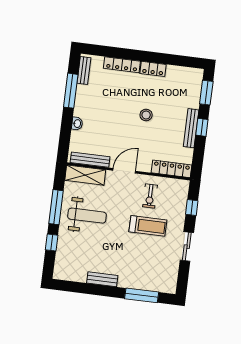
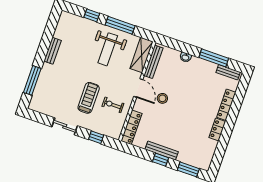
stool: (146, 115) -> (162, 98), moved
treadmill: (148, 226) -> (89, 98), turned 180

